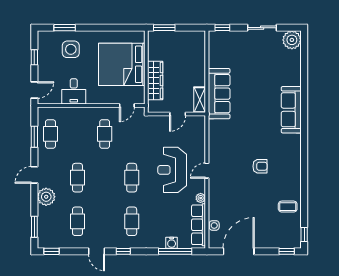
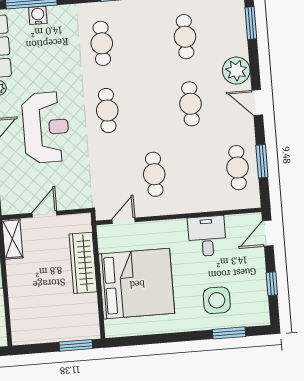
door: (34, 175) -> (257, 103), swing flipped

